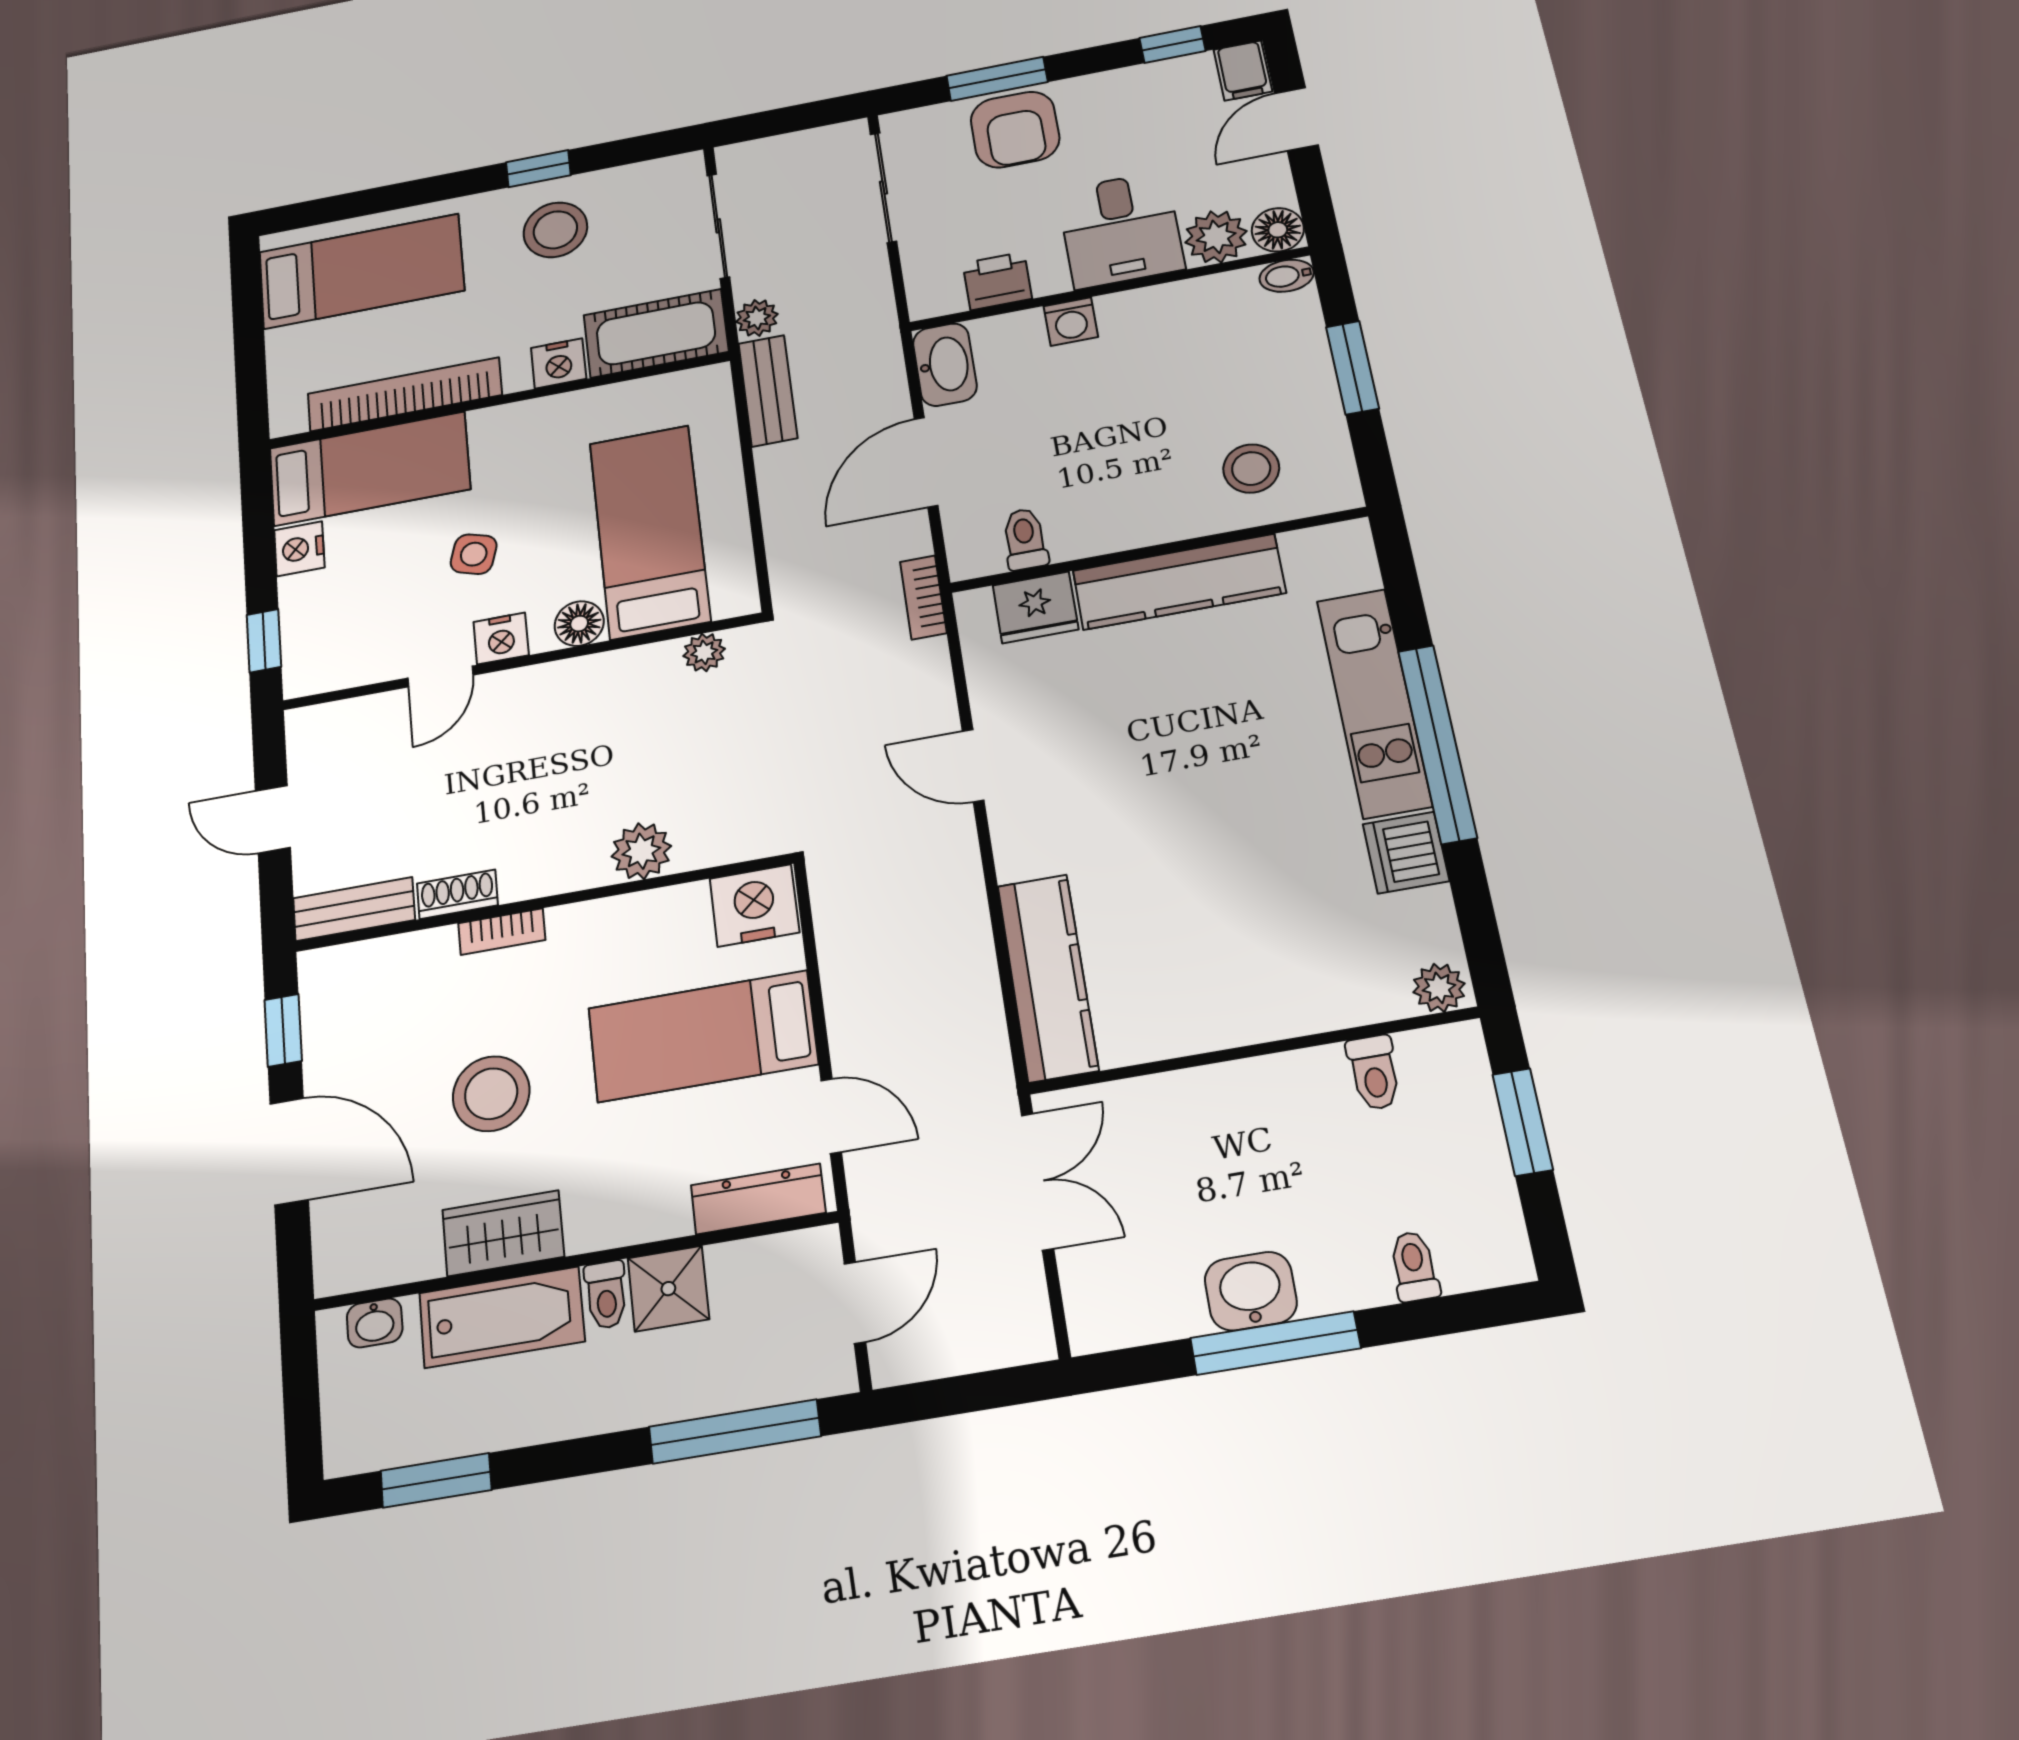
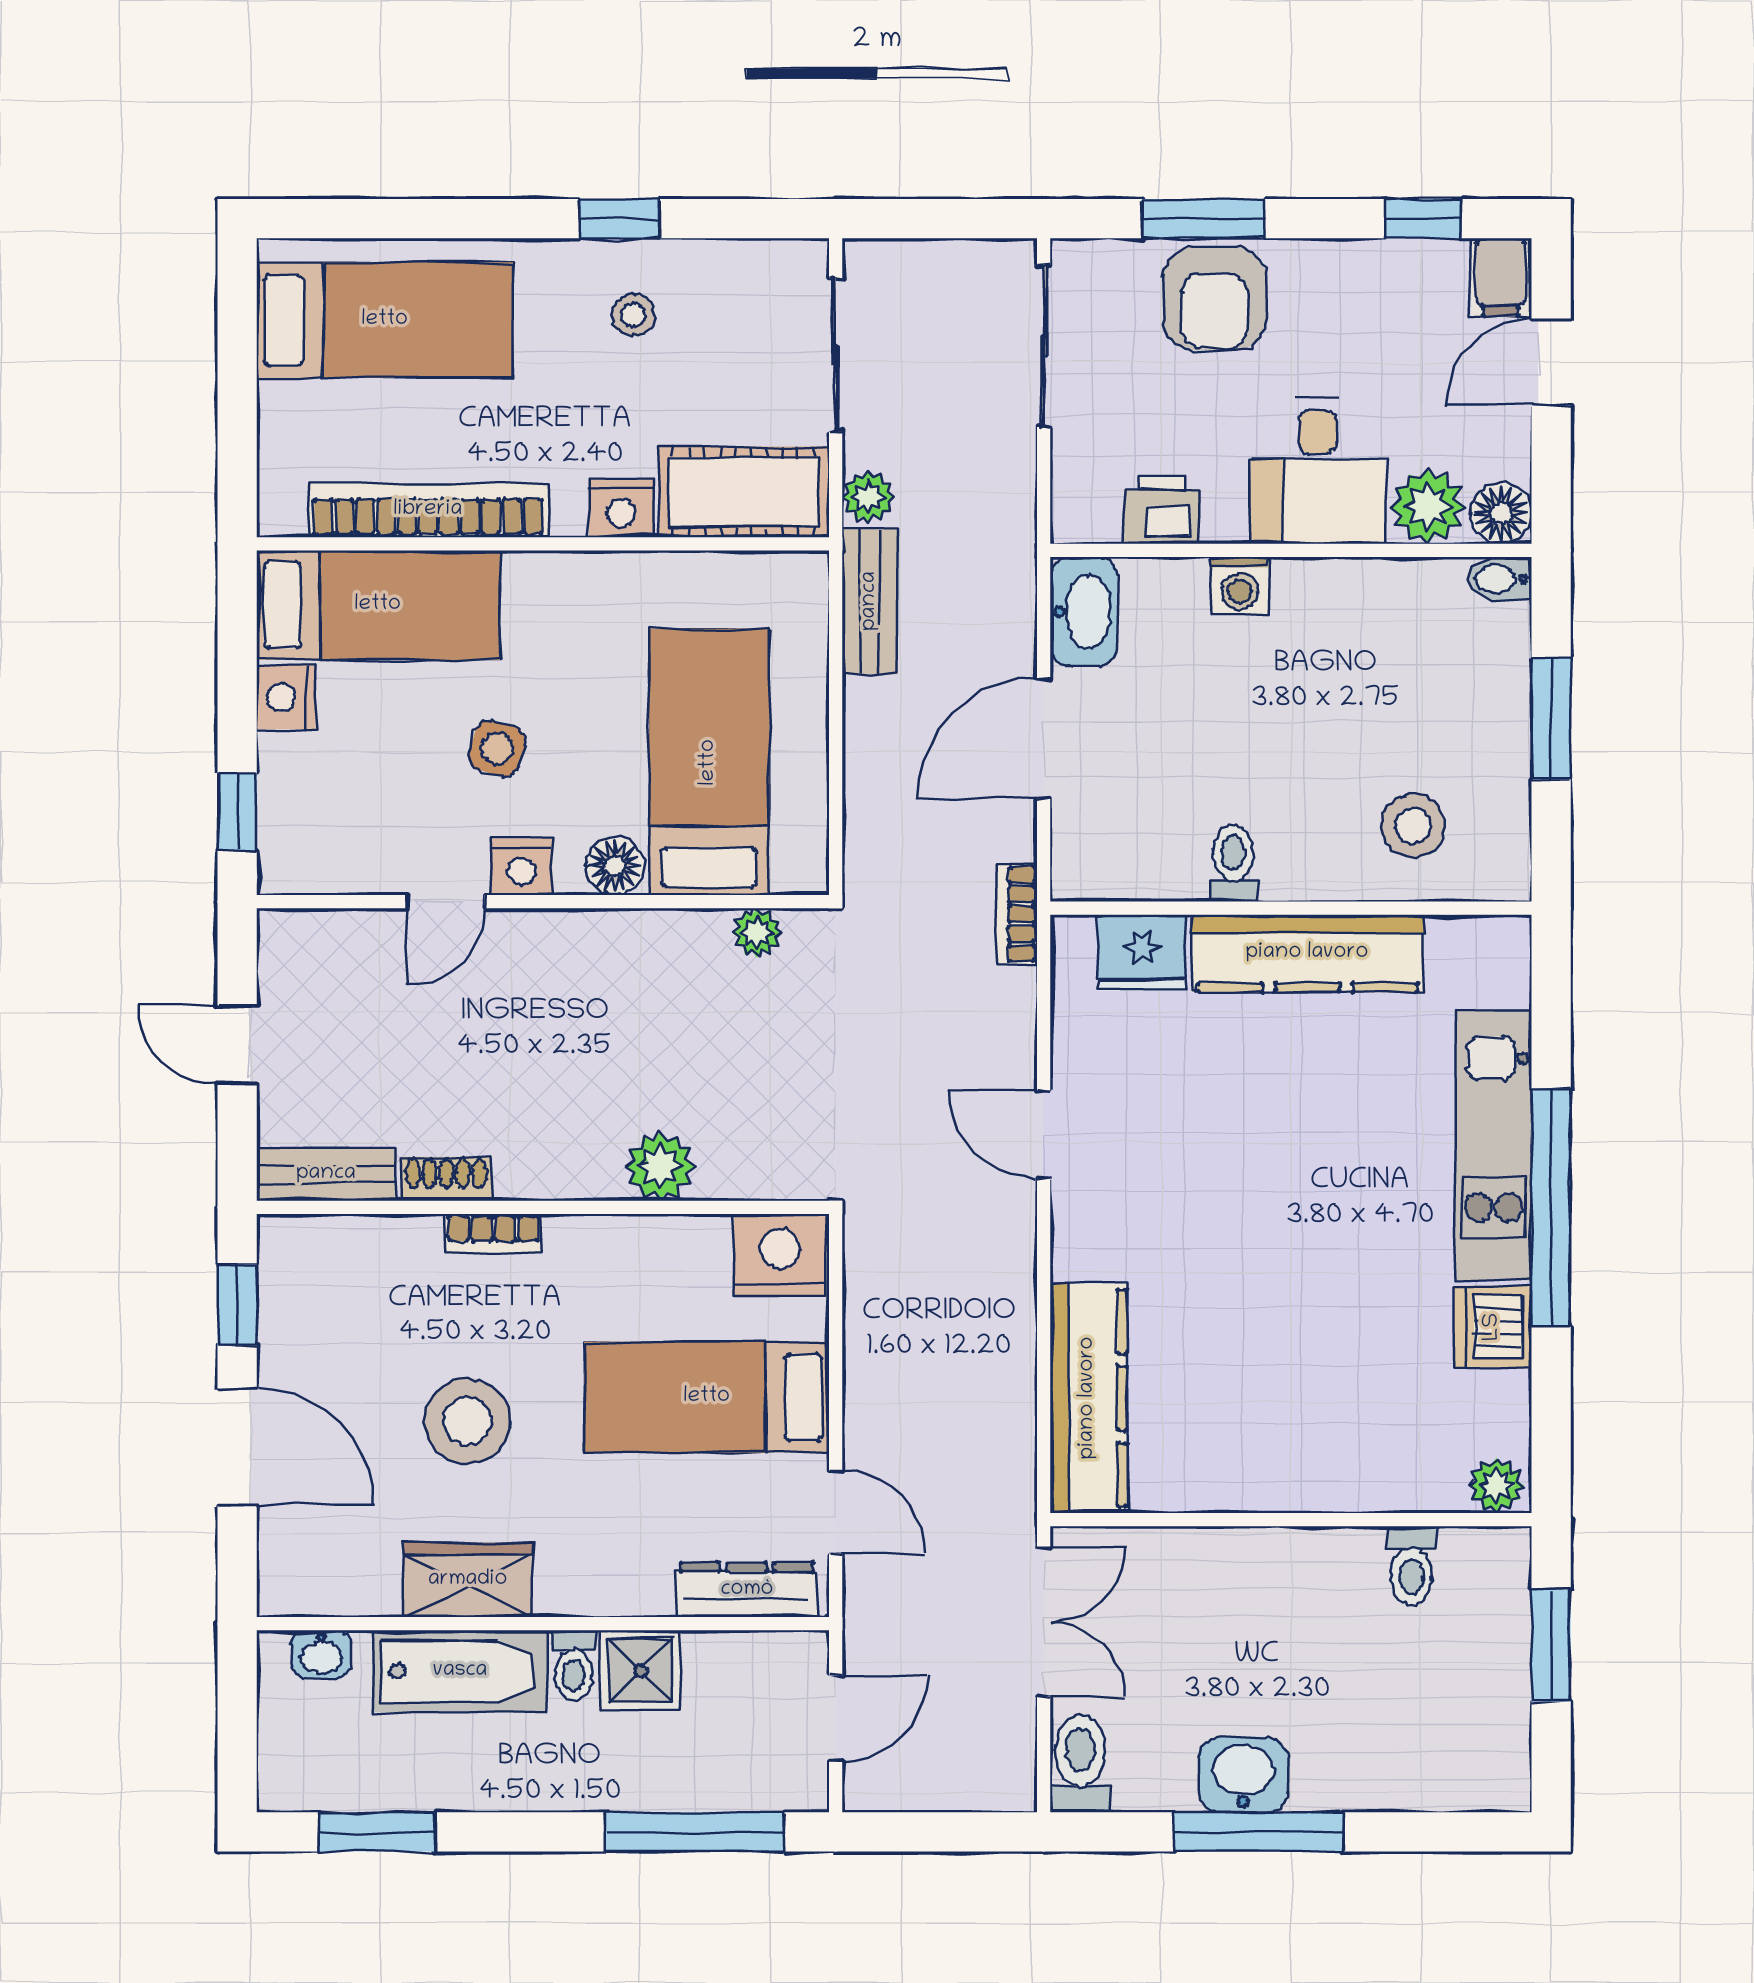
stool: (555, 230) -> (633, 315), width x0.53, depth x0.53
toilet: (1025, 539) -> (1233, 863), moved
toilet: (1414, 1266) -> (1080, 1763), moved, width x1.37, depth x1.39

